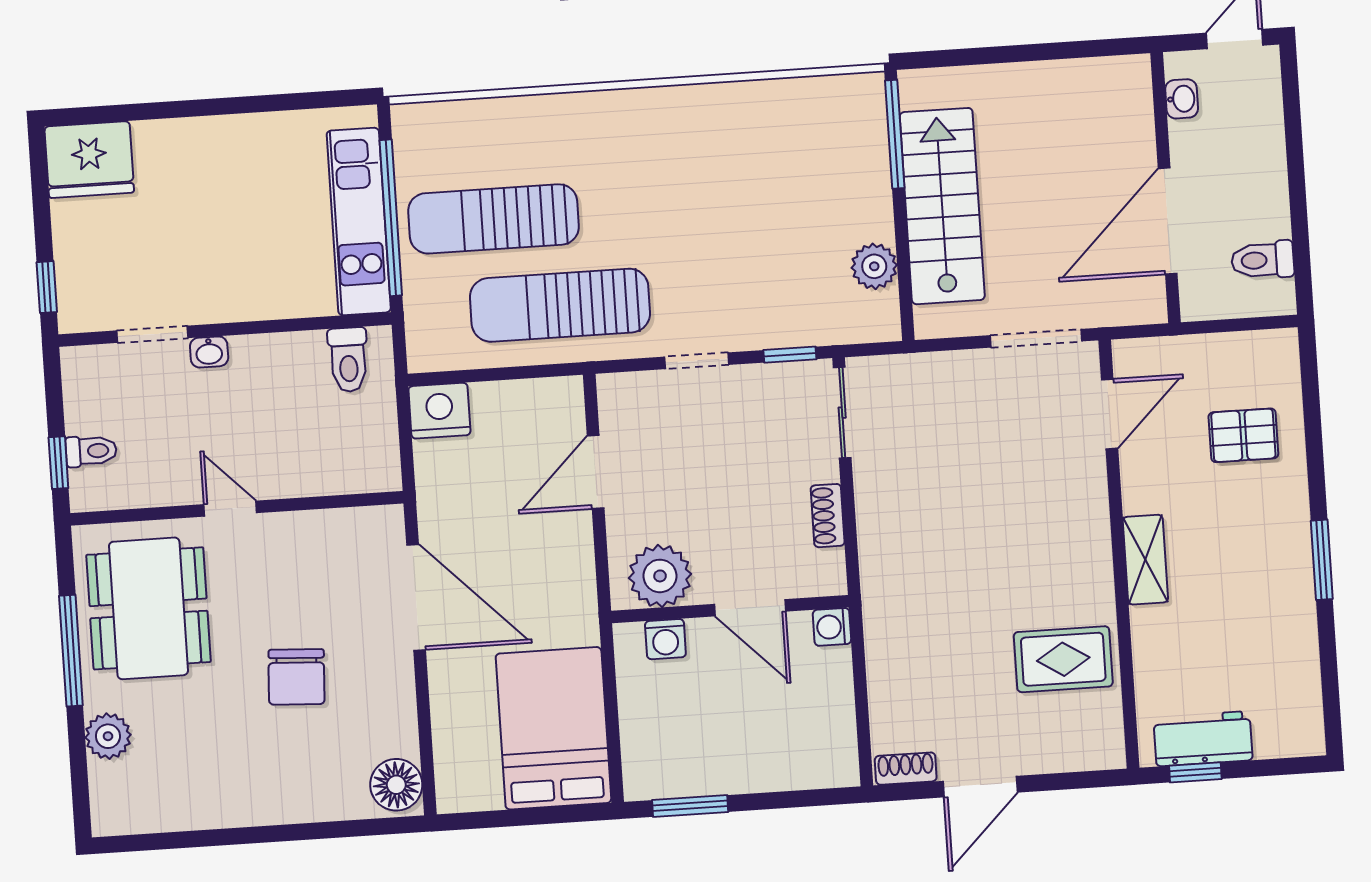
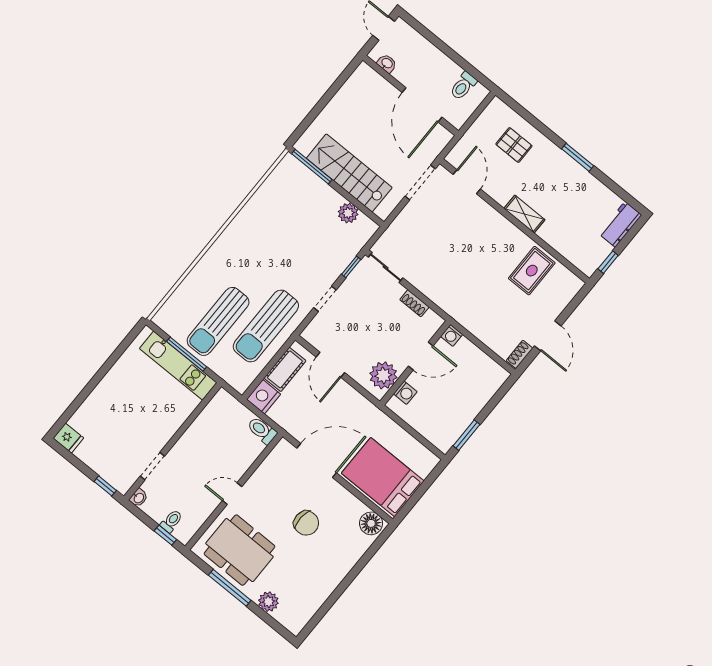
fridge: (89, 160) -> (68, 438), width x0.53, depth x0.75
window: (391, 218) -> (187, 354), width x0.68
washbasin: (209, 352) -> (139, 498), moved
toilet: (348, 360) -> (262, 430), moved, turned 180
cot: (518, 404) -> (285, 369), added
pallet: (1243, 435) -> (514, 145), turned 90
bed: (553, 728) -> (383, 477), moved
workbench: (1203, 739) -> (620, 224), moved

